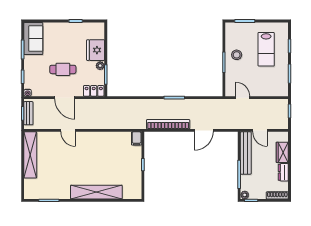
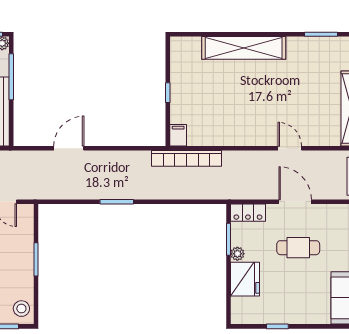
stool: (237, 55) -> (21, 309), moved
bookcase: (168, 124) -> (186, 158), moved

